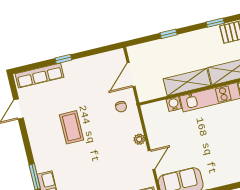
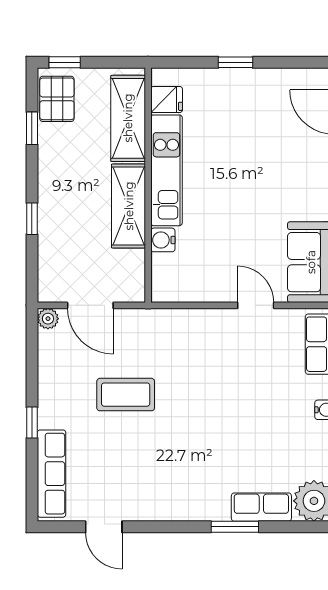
chair: (121, 107) -> (145, 338), removed
coffee table: (72, 127) -> (126, 395), moved
plant: (139, 139) -> (48, 319), moved

